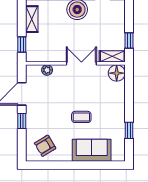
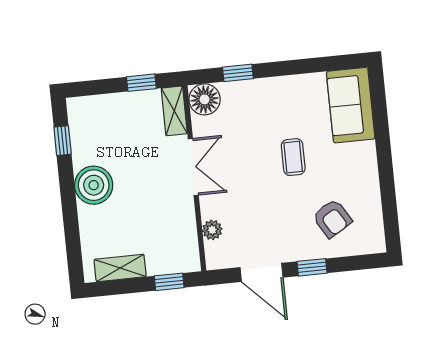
double door: (81, 63) -> (193, 167), swing flipped
window: (129, 130) -> (238, 73), moved
armchair: (45, 146) -> (332, 218), moved
sofa: (92, 150) -> (351, 105), moved

